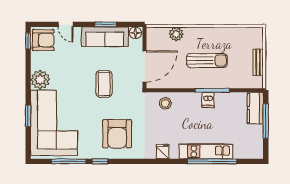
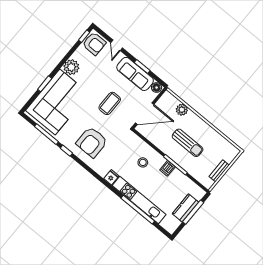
stool: (165, 103) -> (143, 162), moved
kitchen counter: (255, 108) -> (185, 208), moved
kitchen unit: (206, 151) -> (139, 200), width x1.36

